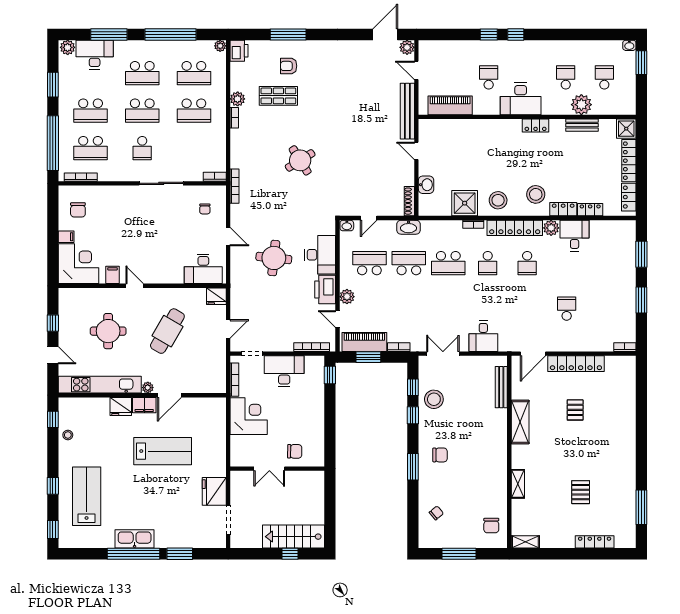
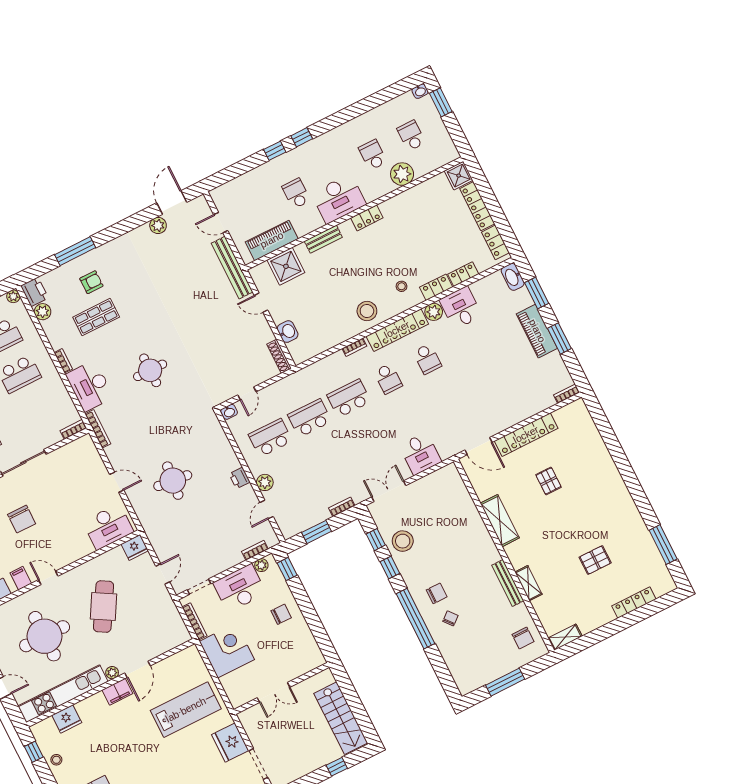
plant: (407, 47) -> (158, 225), moved
armchair: (289, 66) -> (91, 282), turned 180
plant: (238, 99) -> (43, 312), moved
bench: (582, 125) -> (323, 239), moved
round table: (300, 160) -> (150, 370), turned 32
stool: (536, 194) -> (402, 286), width x0.53, depth x0.53
shower: (465, 203) -> (286, 266), moved
chair: (205, 209) -> (22, 519), moved, width x1.87, depth x1.87
washbasin: (409, 227) -> (513, 277), moved, turned 90
desk: (320, 255) -> (90, 386), moved, turned 180
school desk: (448, 263) -> (349, 398), turned 180
printer: (325, 289) -> (240, 478), width x0.53, depth x0.68
school desk: (567, 309) -> (489, 384), removed
door: (337, 319) -> (267, 509), hinge flipped
round table: (108, 331) -> (45, 636), width x1.36, depth x1.36
piano: (364, 342) -> (537, 331), moved, turned -90
bookcase: (312, 347) -> (255, 550), width x0.64
door: (533, 354) -> (478, 446), hinge flipped
plant: (311, 362) -> (261, 565), added
bench: (501, 387) -> (508, 583), moved
fridge: (121, 406) -> (67, 719), moved
lab bench: (163, 451) -> (186, 710), moved
chair: (295, 451) -> (281, 614), moved
window: (413, 467) -> (416, 619), width x2.11
pallet: (581, 492) -> (595, 560), turned 90
chair: (436, 513) -> (450, 618), moved
stairs: (293, 537) -> (341, 718), moved, turned -90

